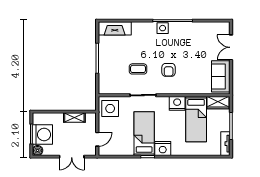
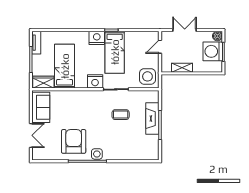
fireplace: (115, 28) -> (152, 119), moved, turned -90
armchair: (169, 70) -> (74, 141), moved, width x1.88, depth x1.88
nightstand: (177, 103) -> (95, 81), moved

